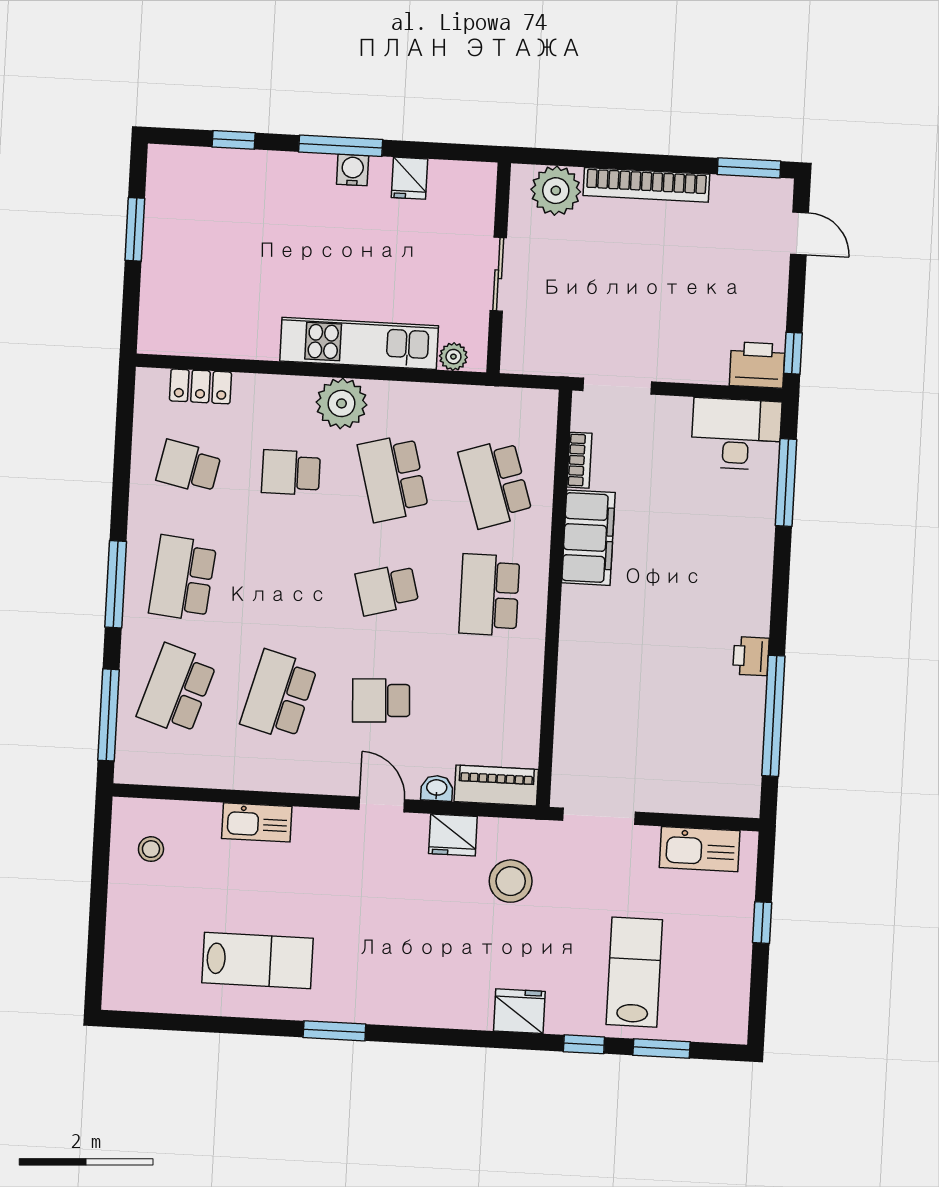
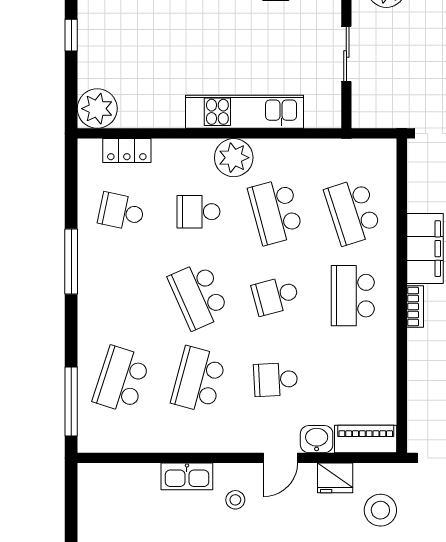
window: (135, 229) -> (71, 35), width x0.67
plant: (453, 357) -> (97, 109), moved, width x1.88, depth x1.88
bookcase: (579, 460) -> (415, 307), moved
school desk: (183, 578) -> (198, 296), moved, turned -30
window: (116, 584) -> (71, 261), moved
washbasin: (437, 788) -> (317, 439), width x1.38, depth x1.45
door: (382, 804) -> (280, 458), swing flipped
stool: (151, 849) -> (235, 500), moved

